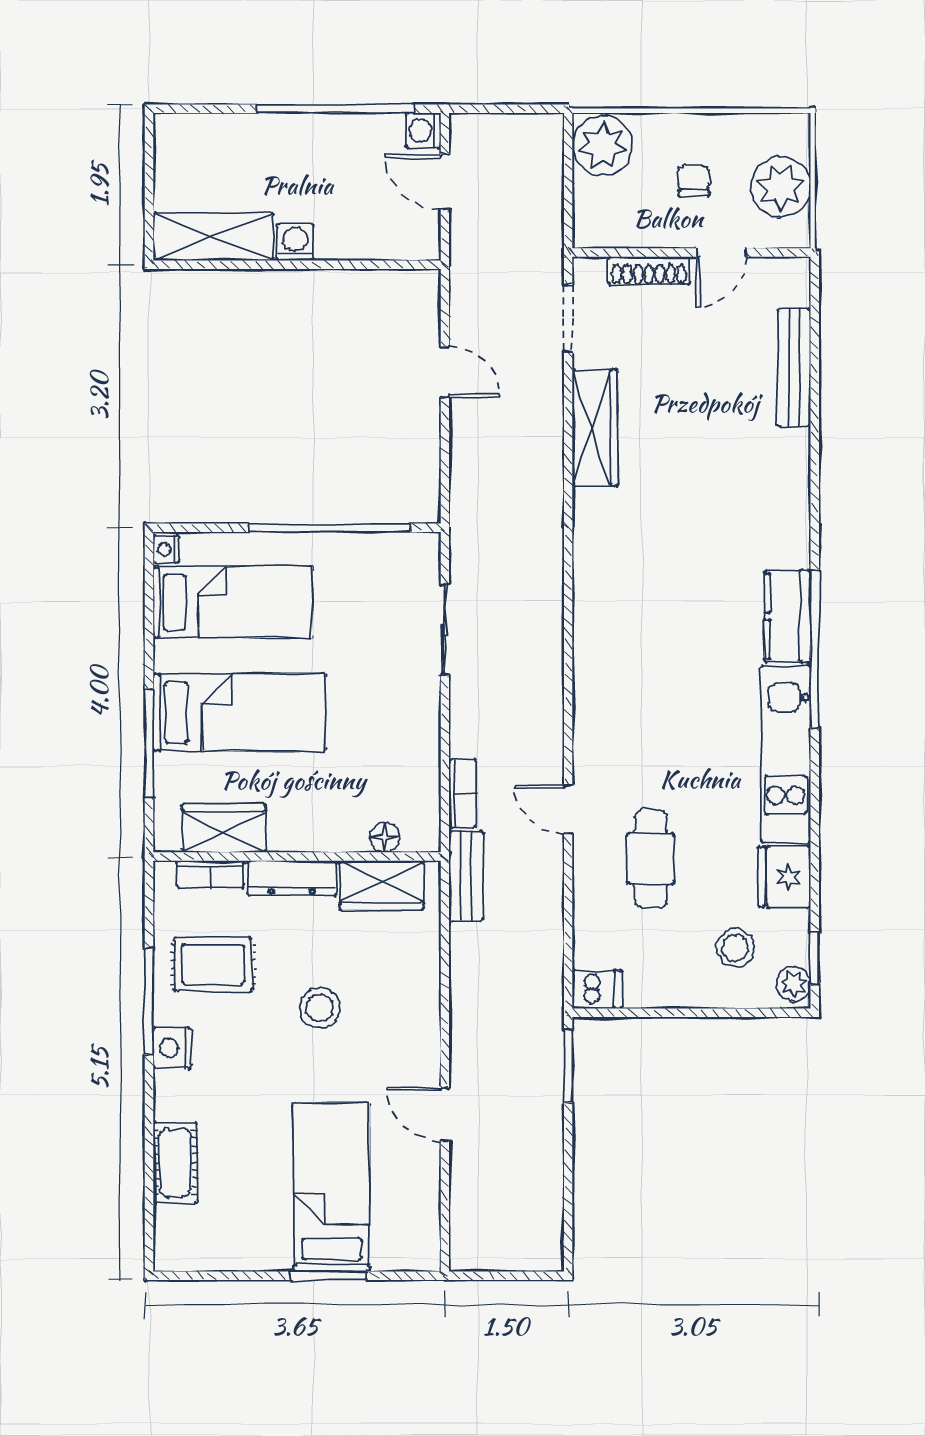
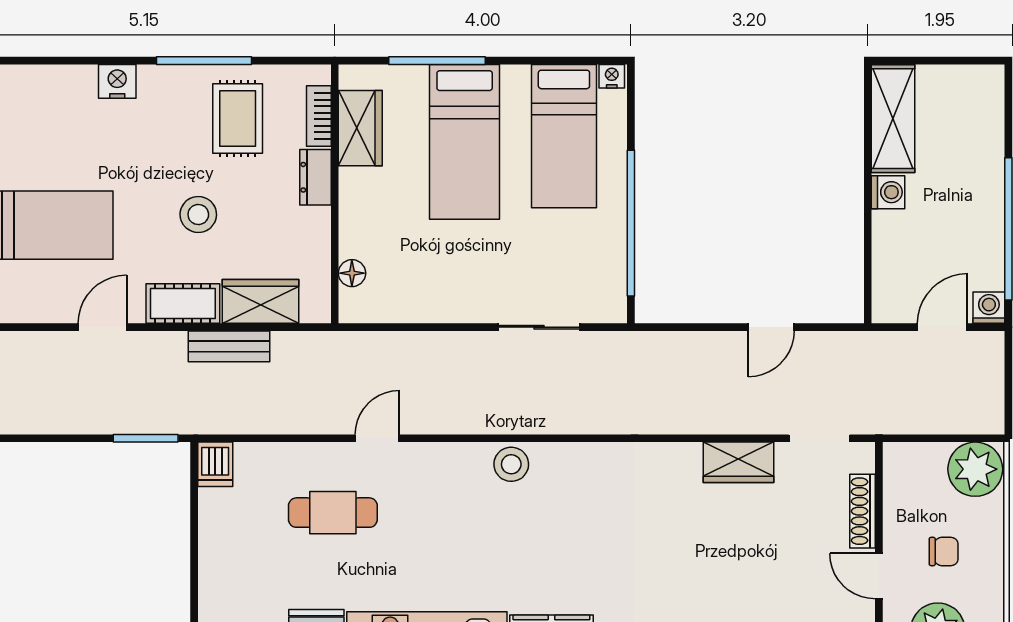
wardrobe: (595, 428) -> (739, 462), width x0.67
bookcase: (463, 794) -> (391, 343), removed
bench: (466, 876) -> (229, 346), moved
dresser: (292, 878) -> (315, 177), width x0.70
wardrobe: (382, 885) -> (261, 301), moved, turned 90
stool: (735, 948) -> (511, 464), moved
nightstand: (172, 1048) -> (117, 81), moved
cot: (175, 1162) -> (183, 304), moved

